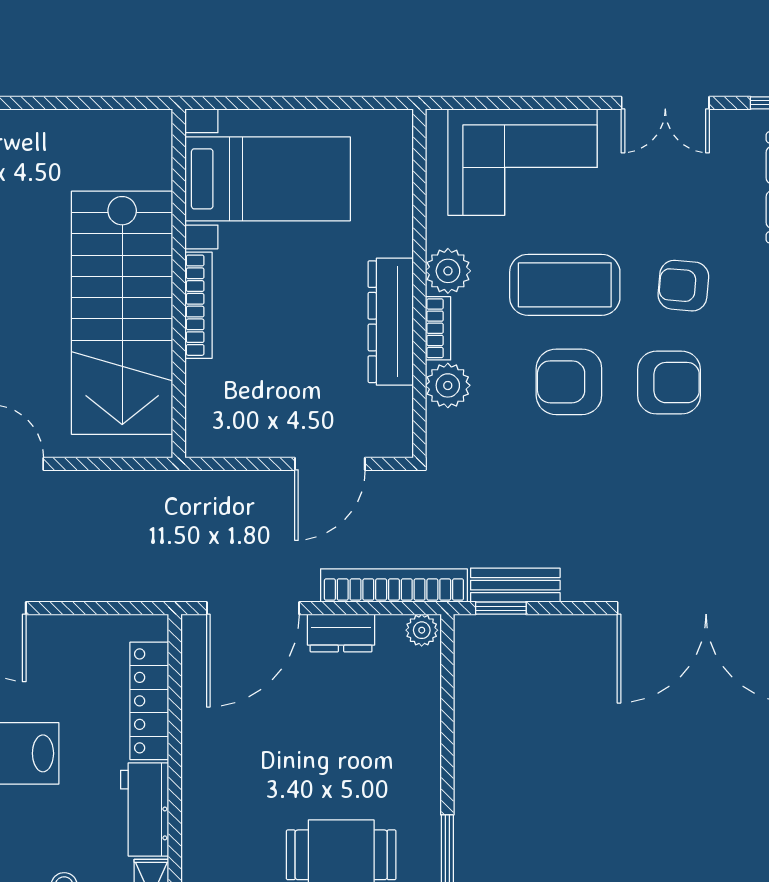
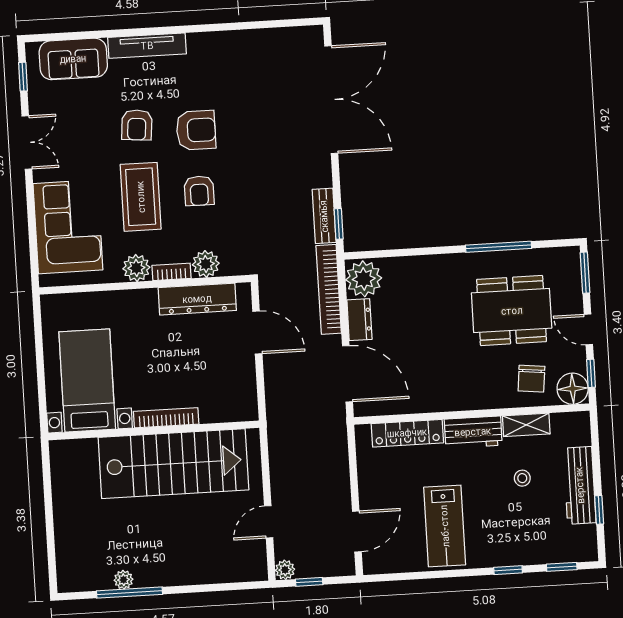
dresser: (391, 322) -> (197, 299), moved
armchair: (569, 382) -> (199, 191), width x0.72, depth x0.72
armchair: (669, 383) -> (196, 130), turned 90
plant: (422, 630) -> (364, 279), width x1.88, depth x1.88

